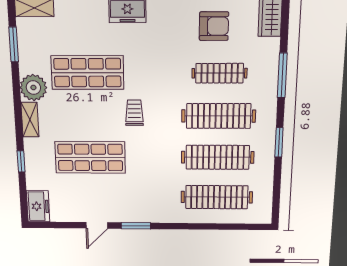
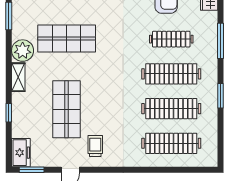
trolley: (134, 113) -> (95, 146), moved
shop shelf: (90, 157) -> (67, 109), turned 90
window: (136, 226) -> (32, 170), moved

